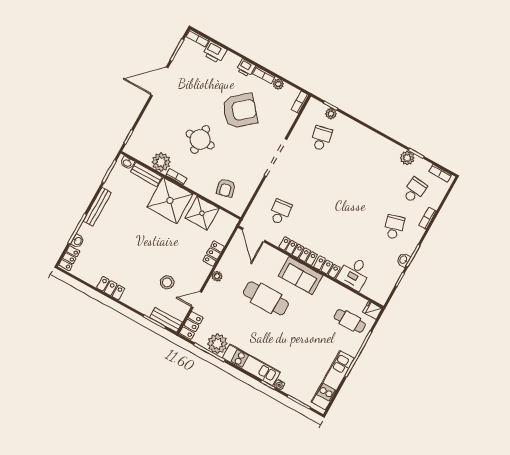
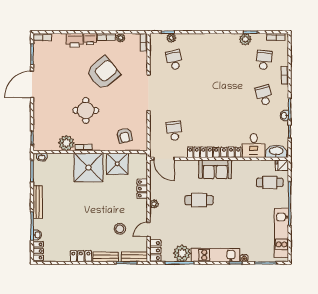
printer: (215, 52) -> (75, 40), moved
bench: (146, 174) -> (106, 257), moved
washbasin: (375, 292) -> (276, 151), added
cafe table: (266, 298) -> (199, 200), width x0.73, depth x0.74

